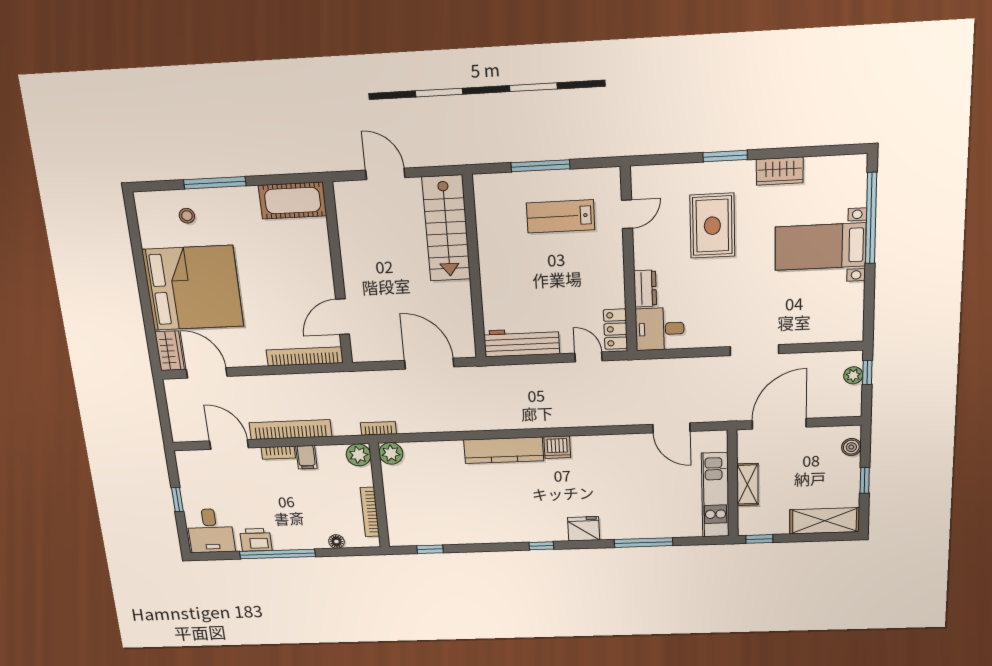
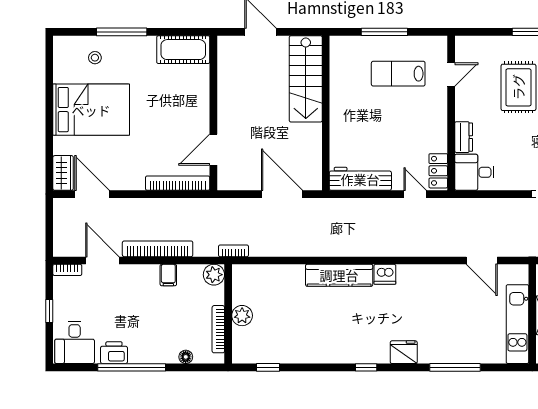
bed: (193, 288) -> (91, 110), width x0.73
bookcase: (278, 453) -> (67, 270), moved
plant: (391, 453) -> (242, 316), moved

